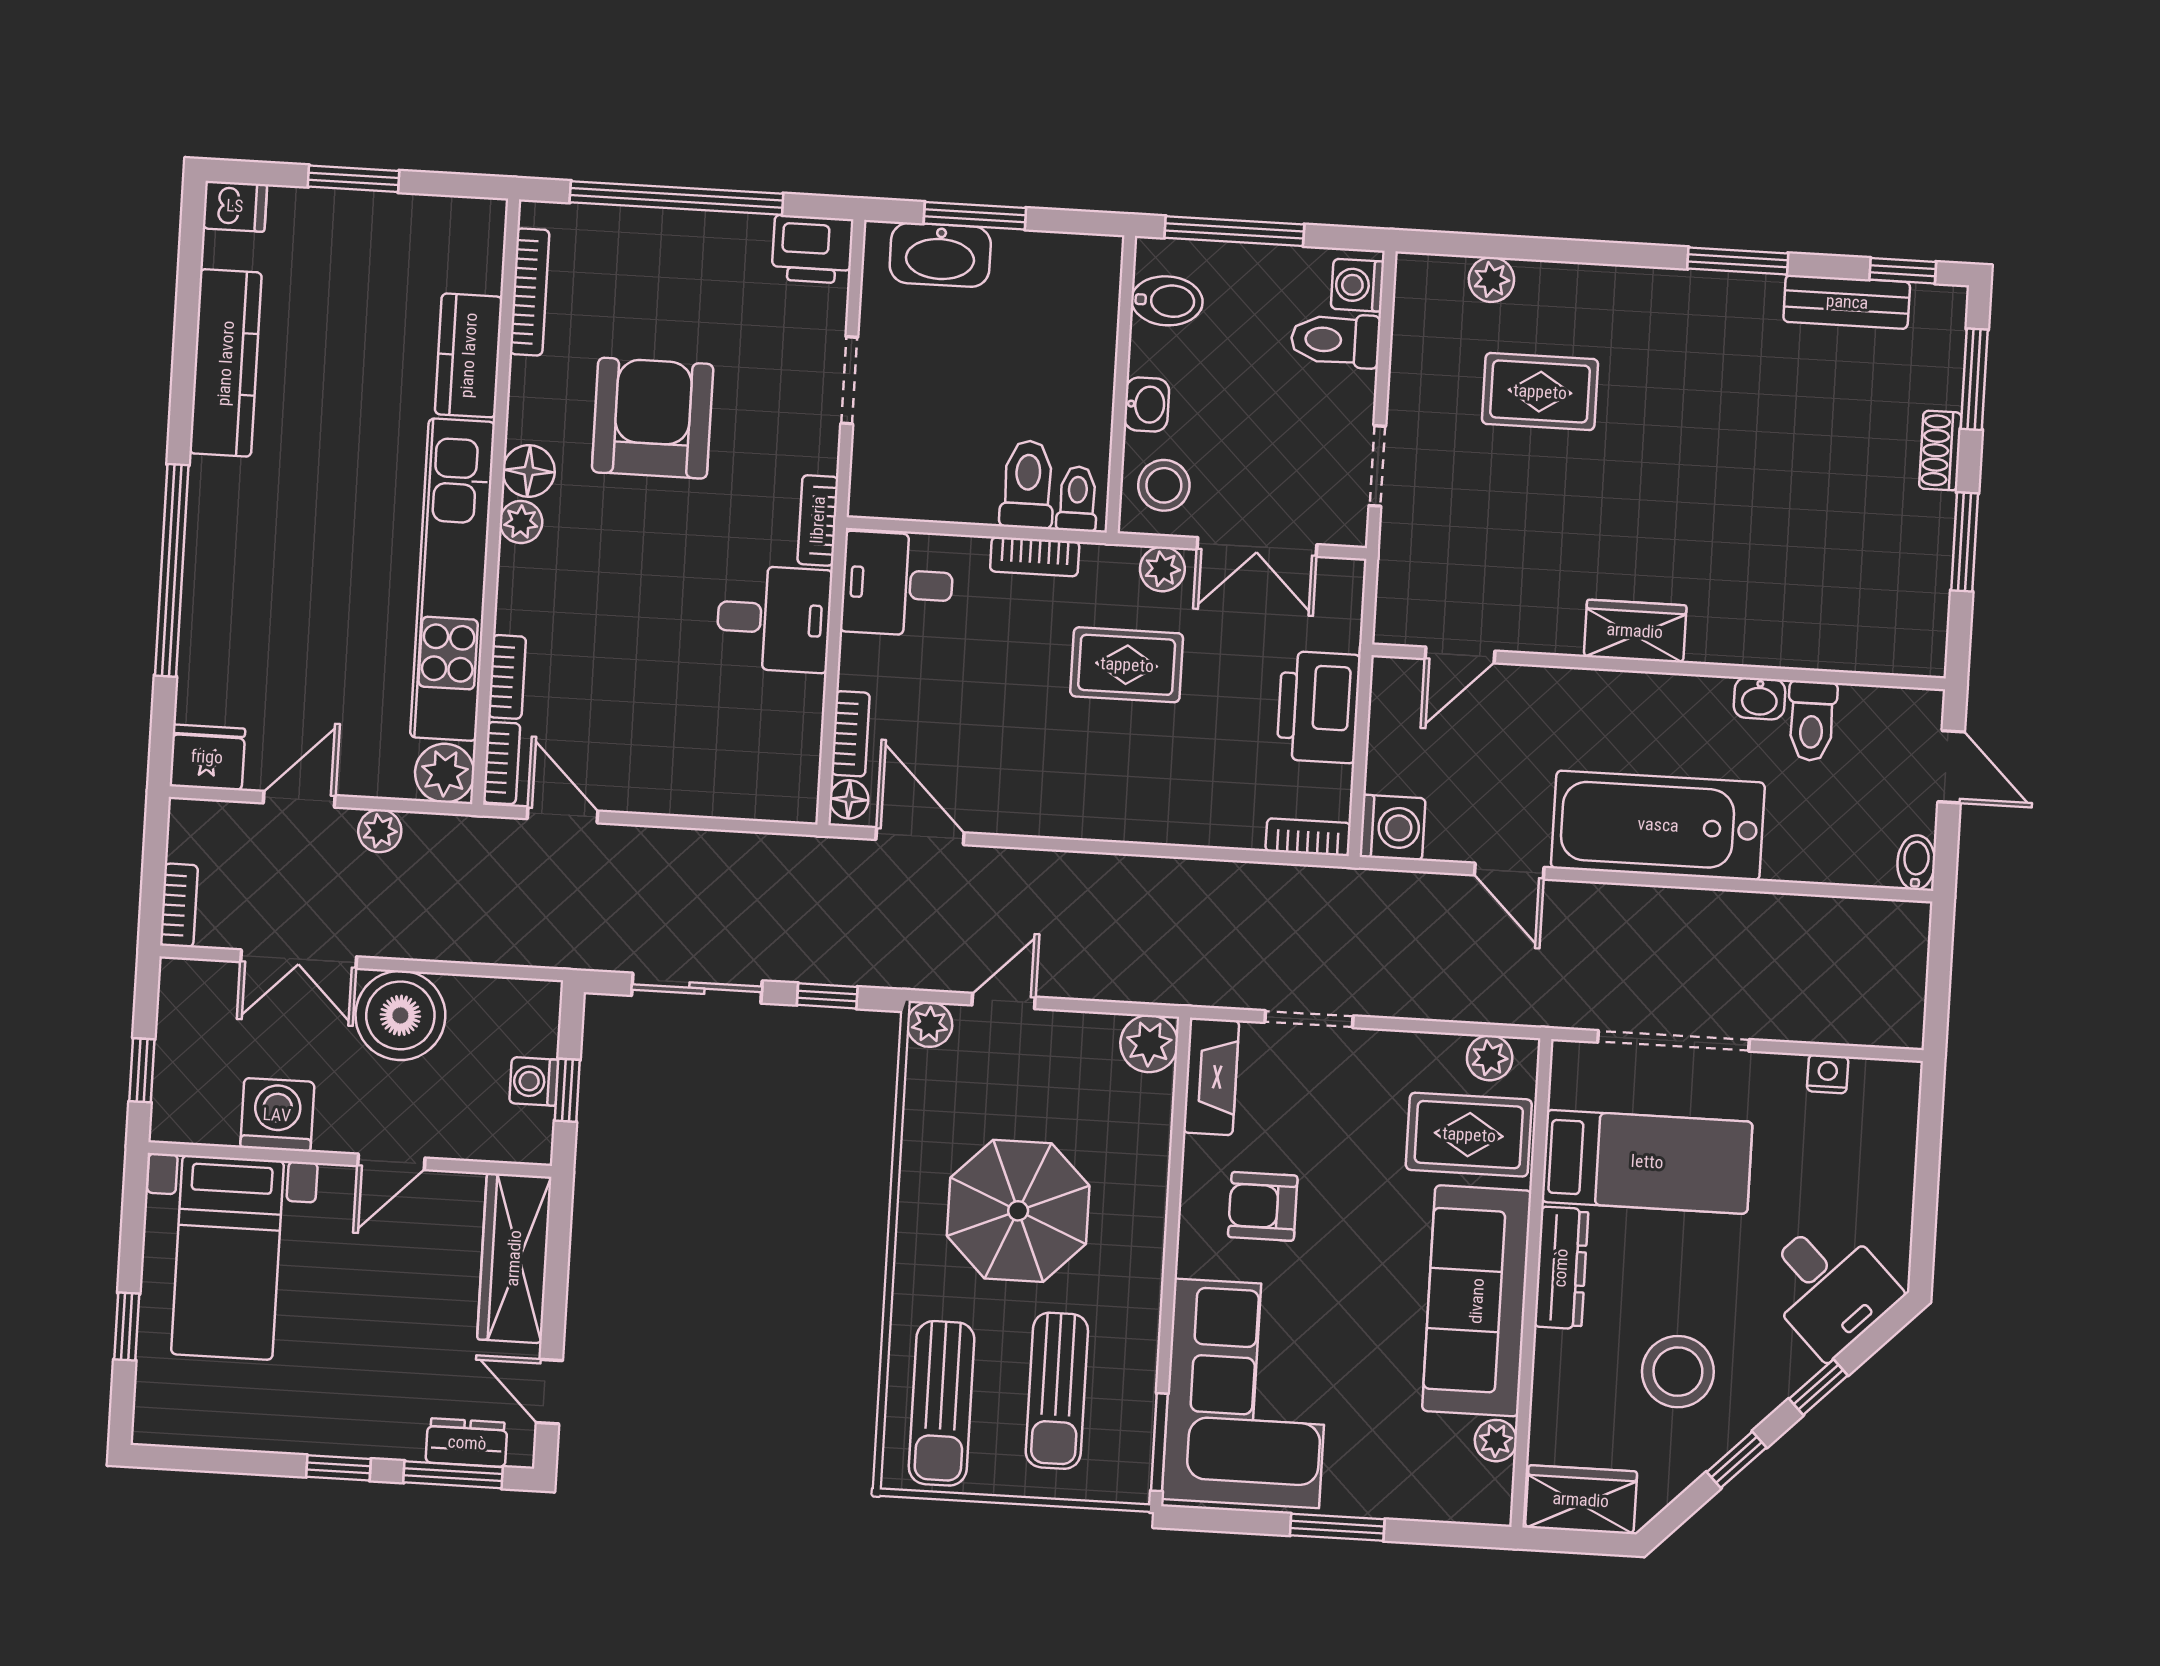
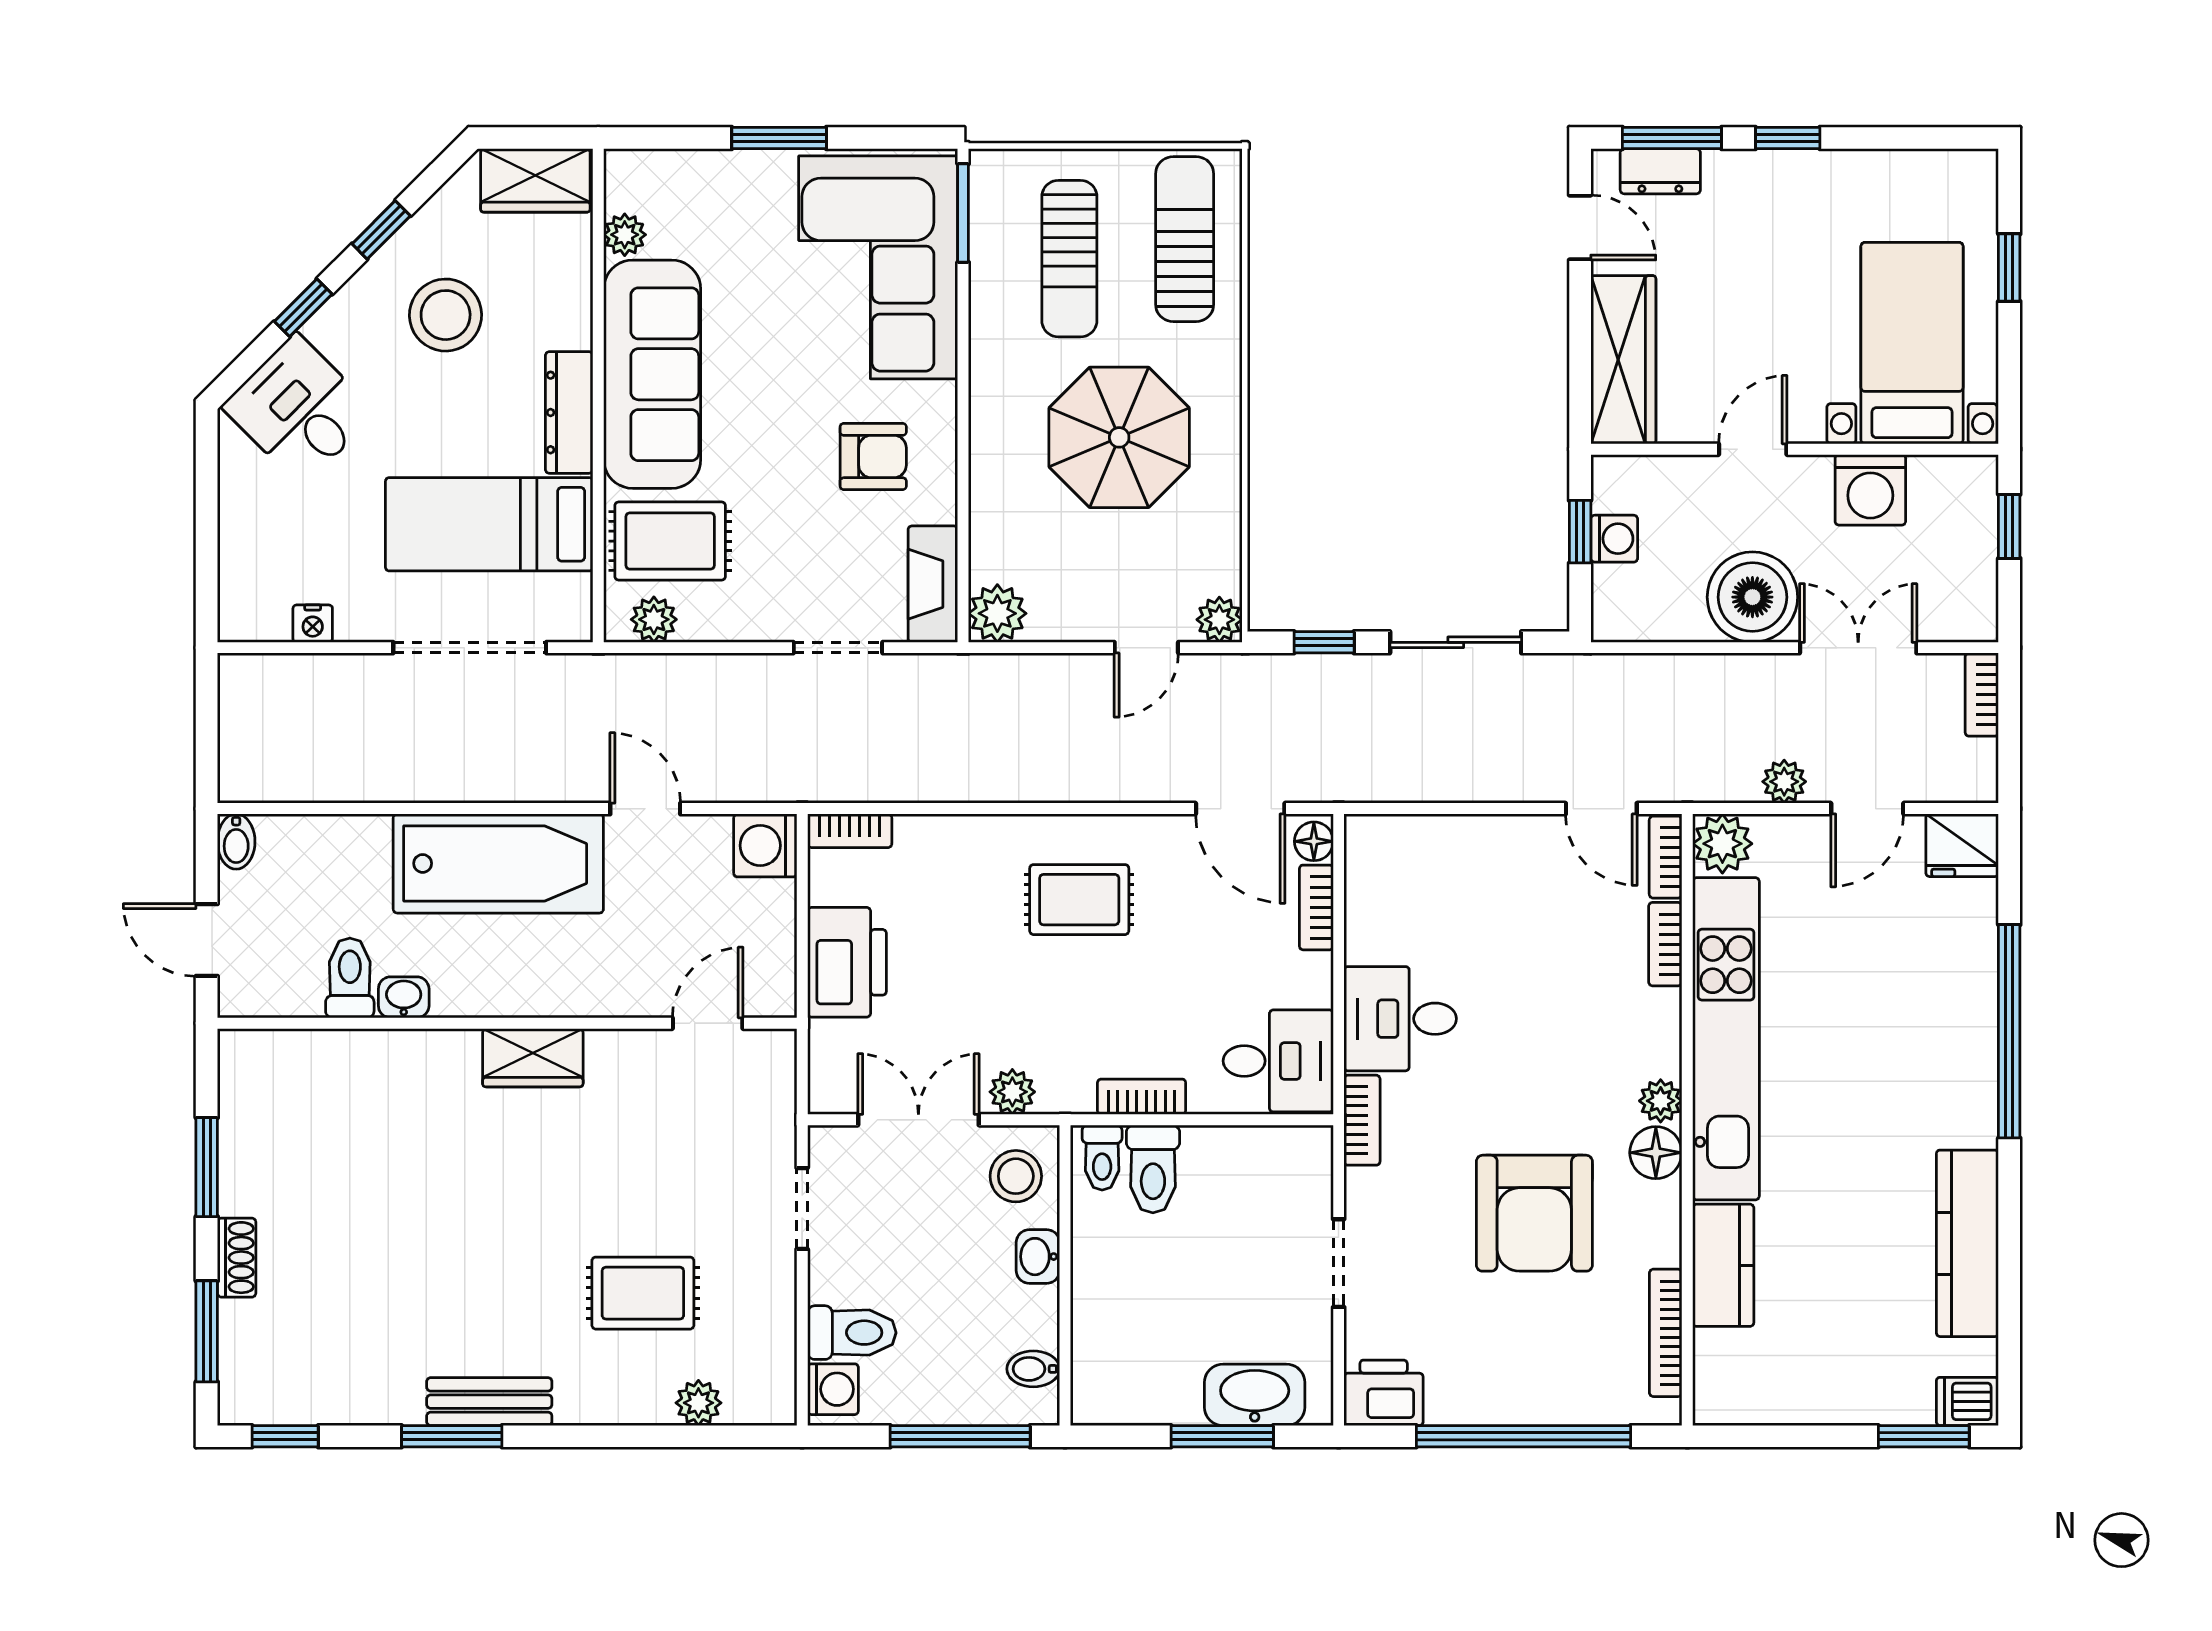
window: (354, 179) -> (1924, 1436), moved
bidet: (1167, 301) -> (1033, 1369), width x0.72, depth x0.74
bench: (1847, 302) -> (489, 1402), moved
rug: (1127, 665) -> (1079, 900), moved
sun lounger: (1057, 1391) -> (1069, 259), turned 180

